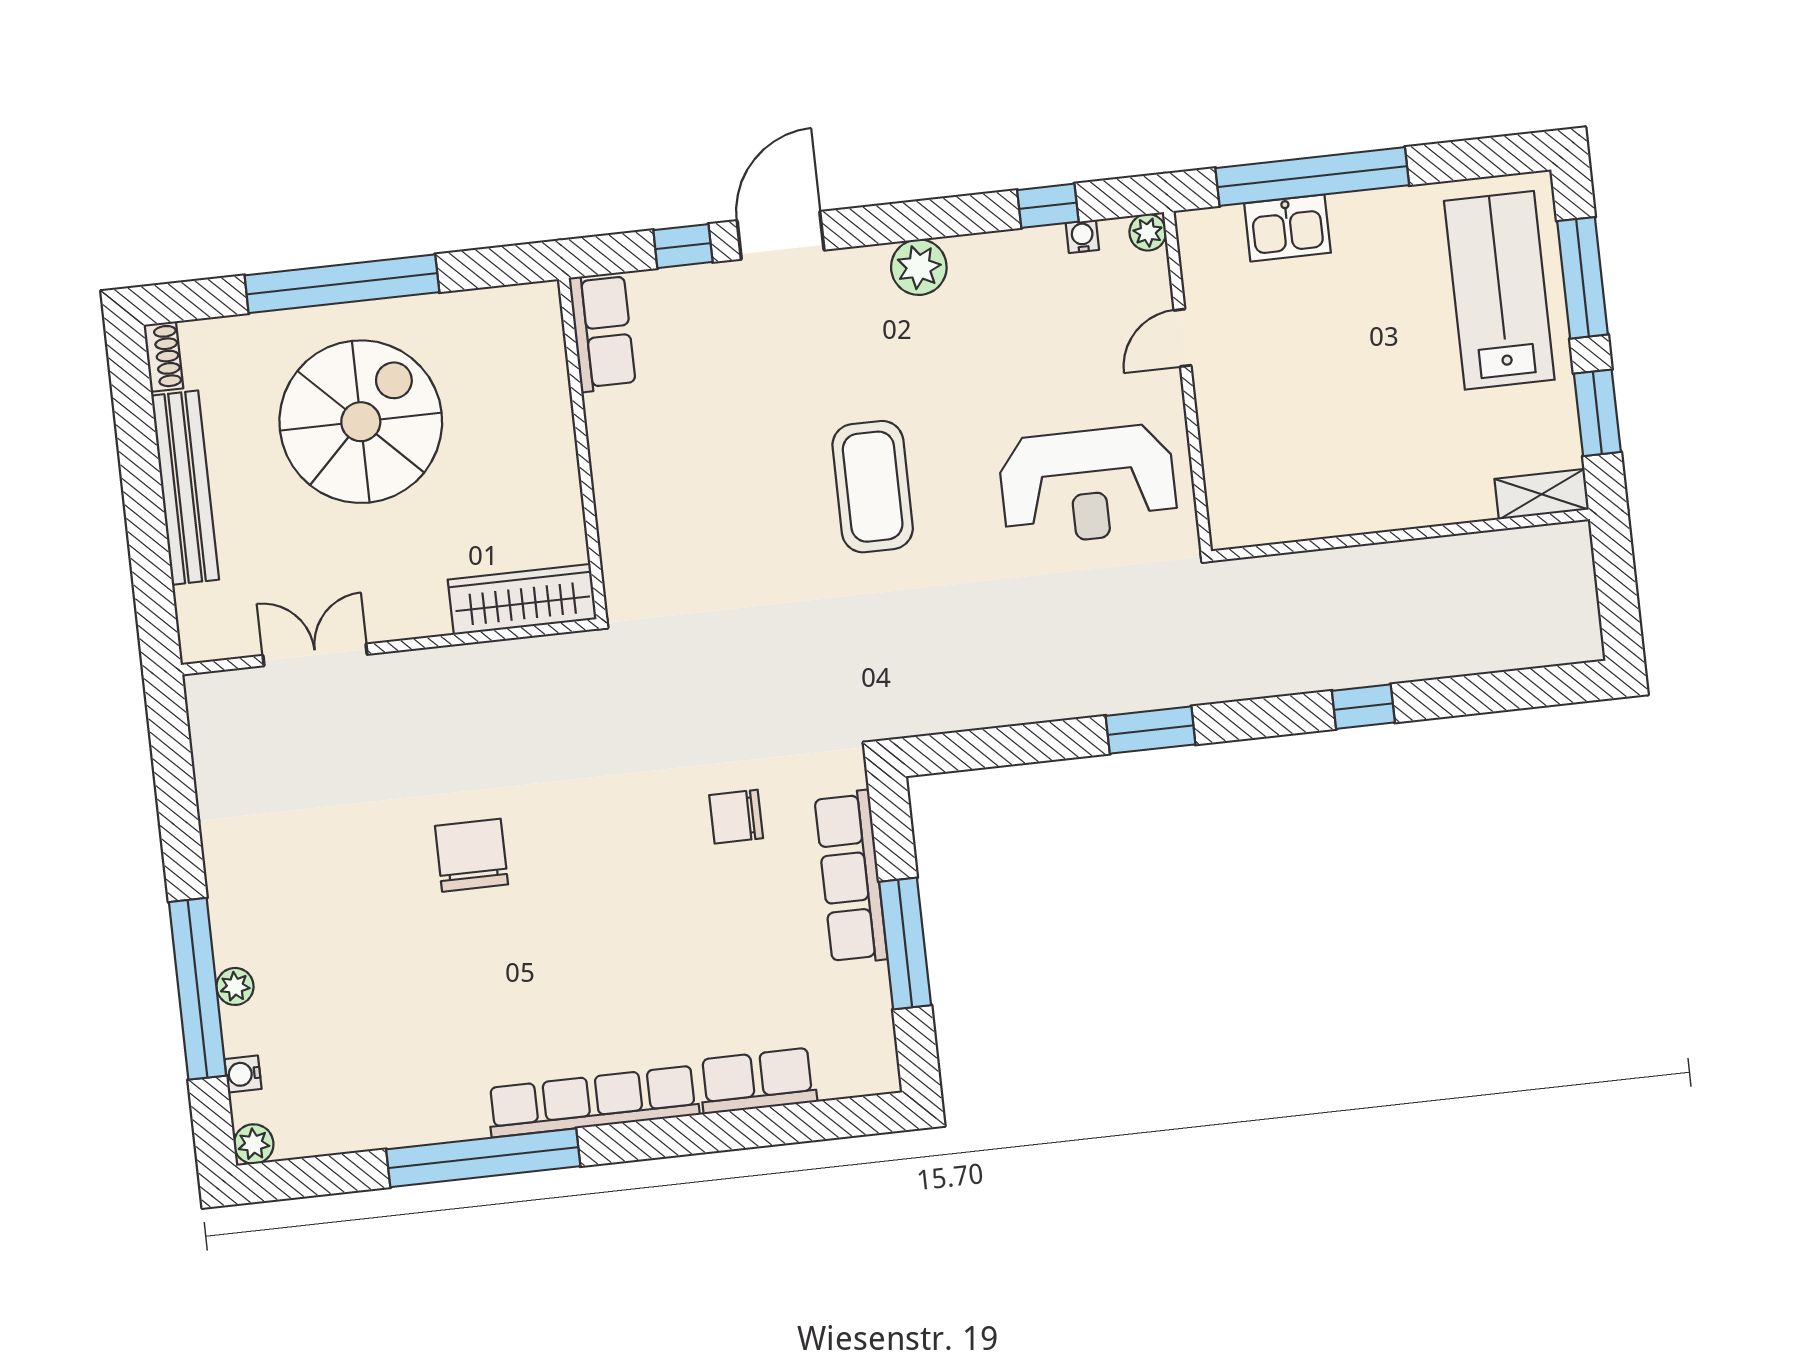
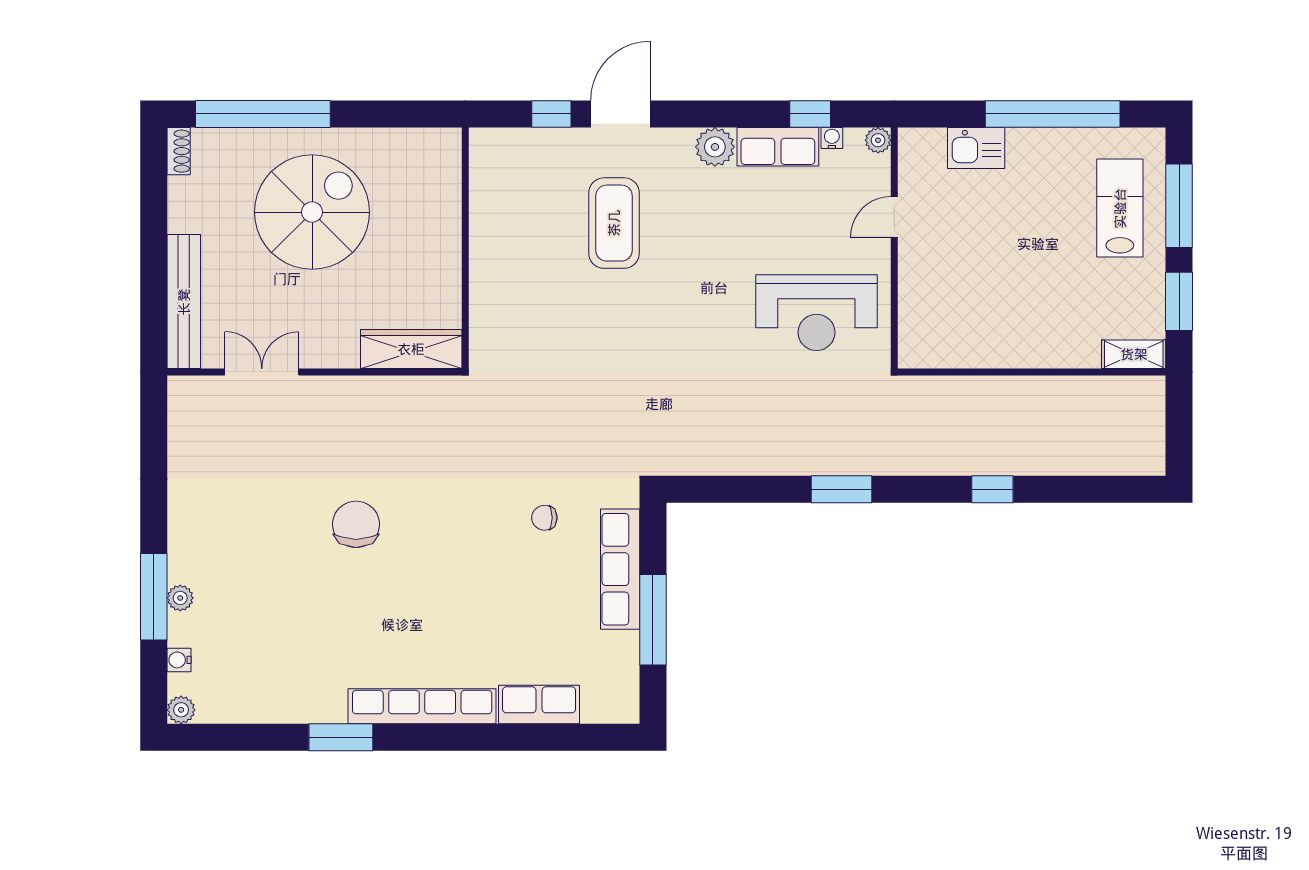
window: (1312, 177) -> (1053, 114), moved
window: (342, 284) -> (263, 114), moved
lab bench: (1499, 290) -> (1120, 208), width x0.73, depth x0.72
row of seats: (602, 332) -> (778, 147), moved, turned 90
coffee table: (873, 487) -> (614, 223), moved
bench: (185, 488) -> (184, 302), moved
chair: (736, 817) -> (544, 518), width x0.73, depth x0.73
window: (197, 989) -> (154, 597), width x0.68
window: (483, 1158) -> (341, 737), width x0.47

